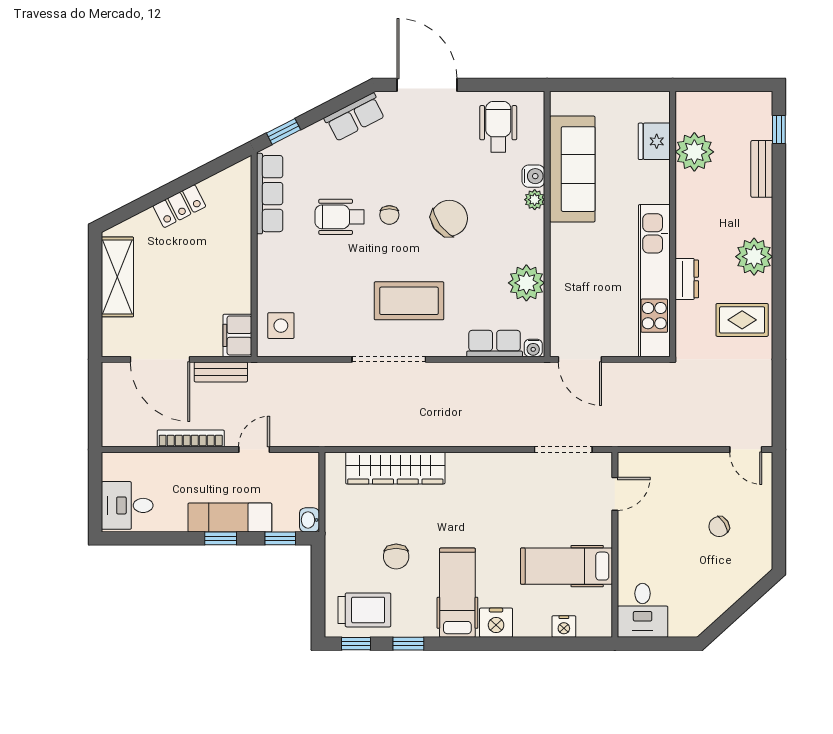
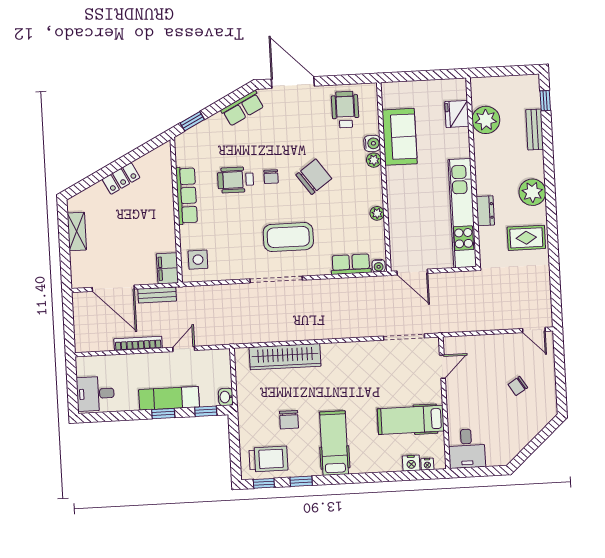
sofa: (572, 169) -> (400, 137), width x0.73
row of seats: (270, 194) -> (186, 196), moved
shelving: (117, 277) -> (77, 231), width x0.67, depth x0.75
plant: (526, 283) -> (377, 213), width x0.53, depth x0.53
nightstand: (496, 623) -> (427, 464), moved, width x0.53, depth x0.56

